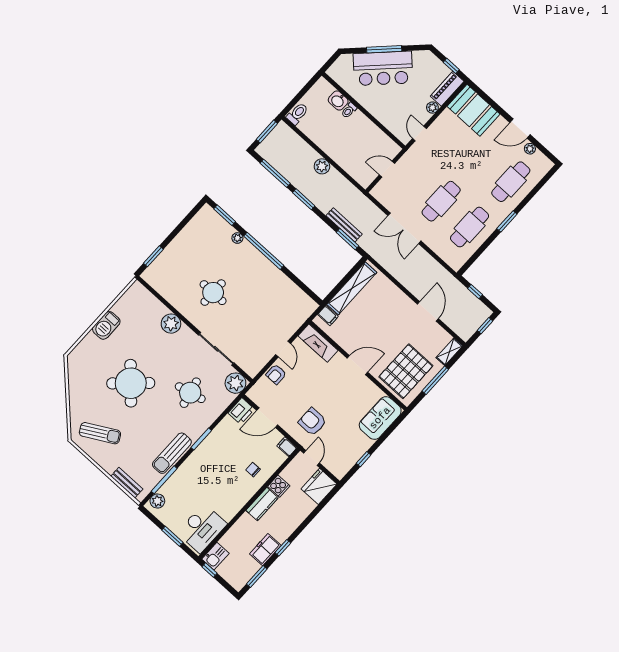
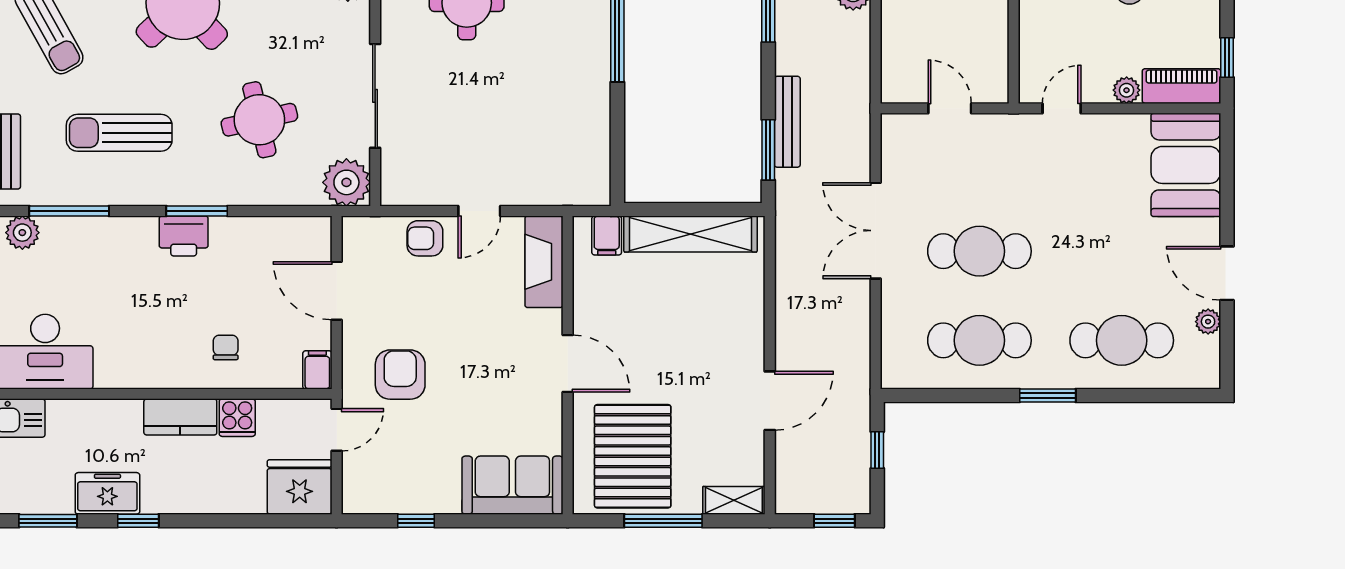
pallet: (406, 371) -> (633, 456), turned 90
printer: (241, 411) -> (184, 236), moved
sun lounger: (172, 453) -> (119, 133), moved

